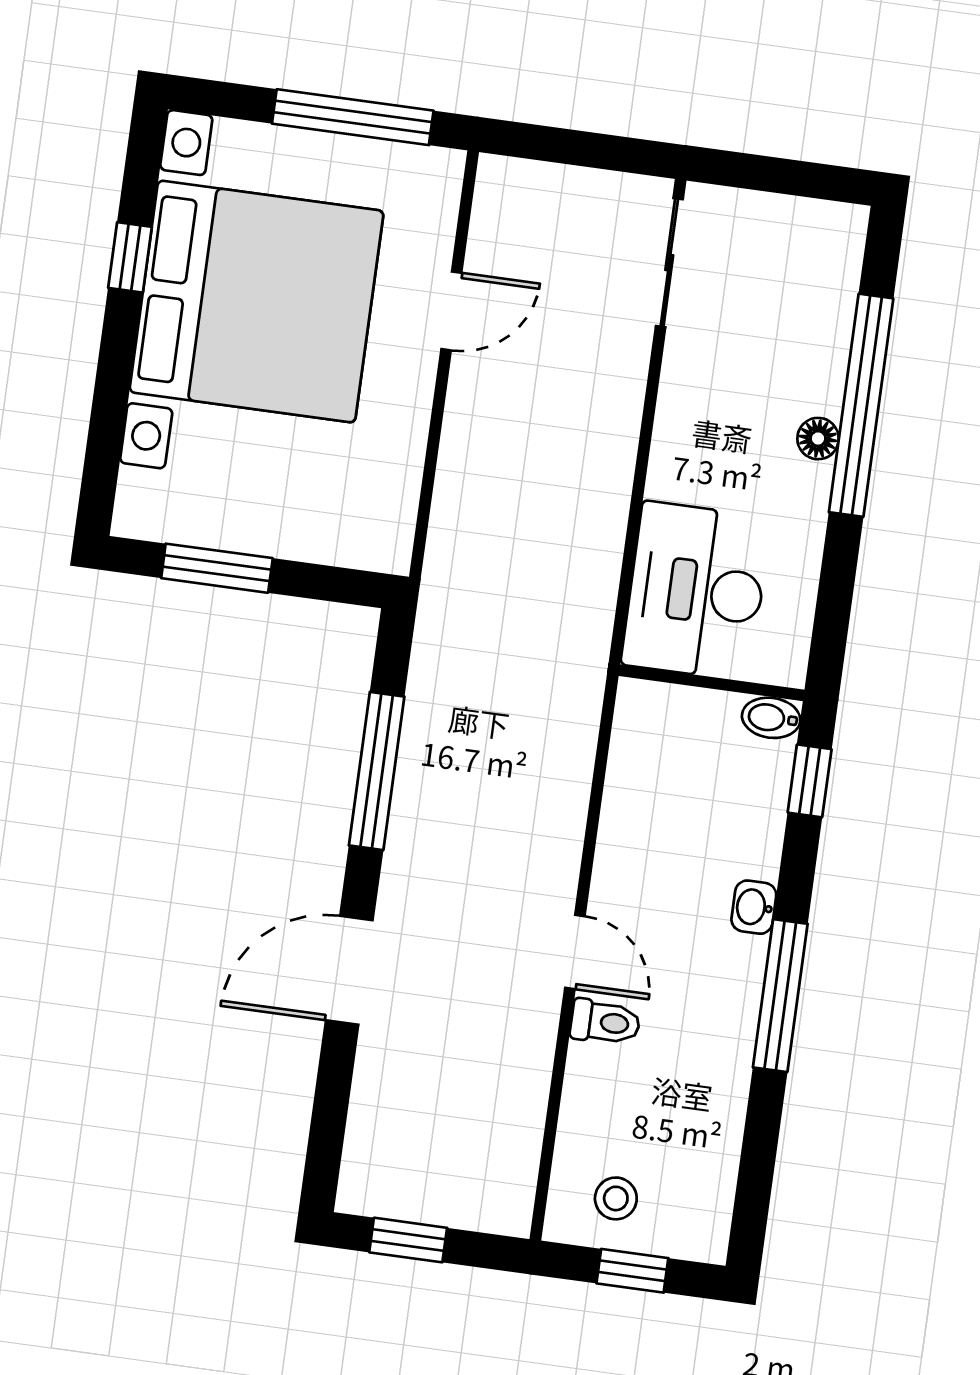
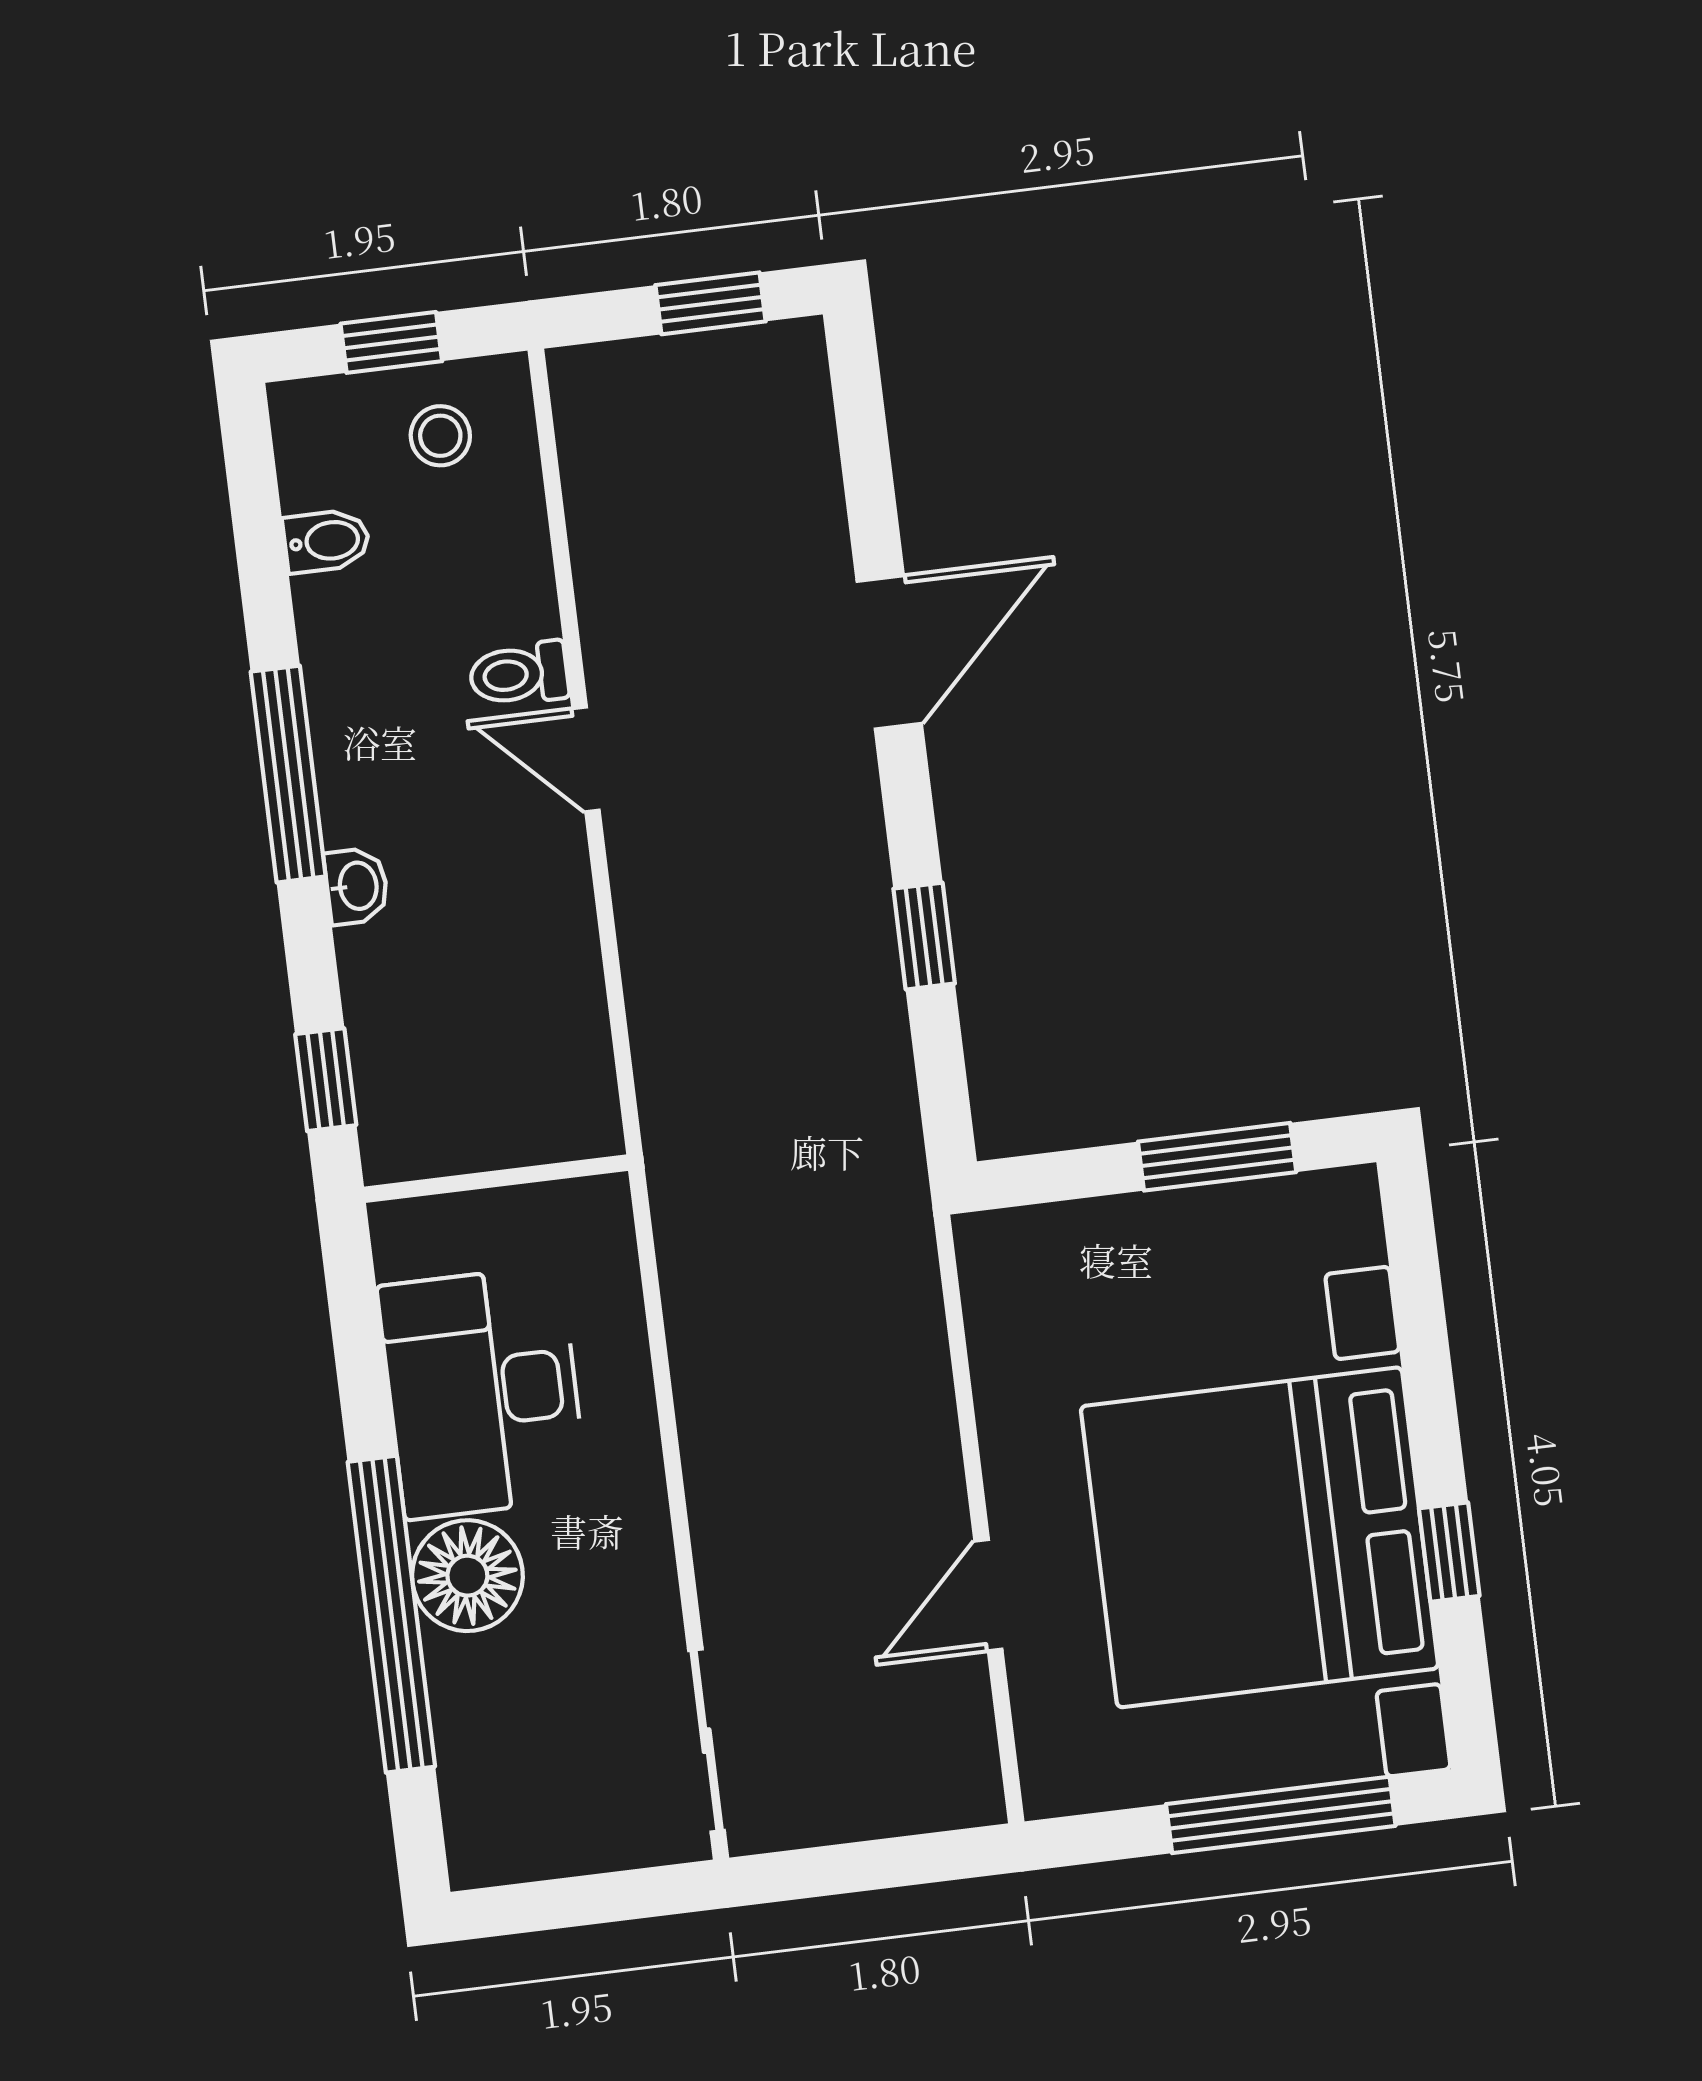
window: (353, 117) -> (1281, 1815), moved
floor lamp: (818, 439) -> (467, 1576), width x1.89, depth x1.89
desk: (696, 591) -> (483, 1392), moved, turned 180
bidet: (771, 718) -> (326, 541), moved
window: (377, 771) -> (924, 936), width x0.46

